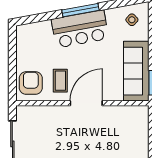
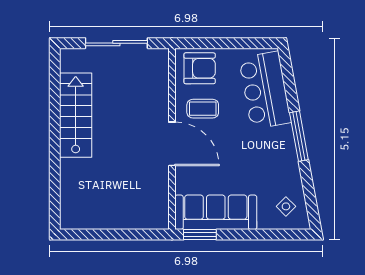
bar counter: (80, 29) -> (265, 90), moved

